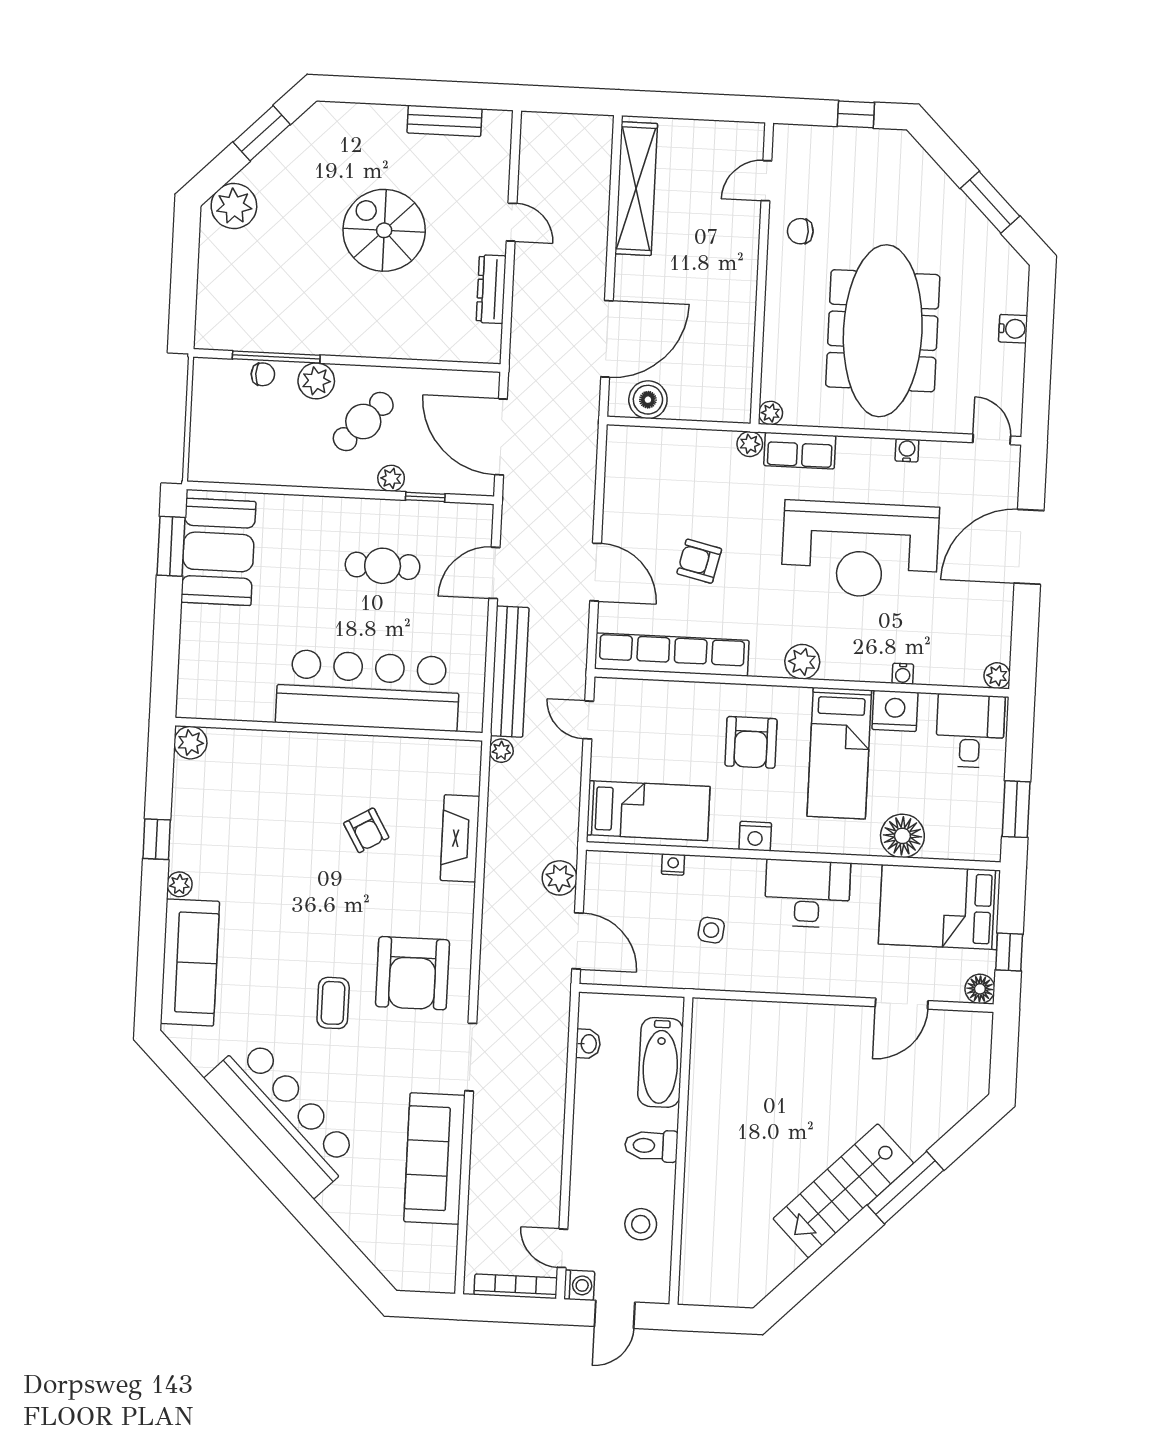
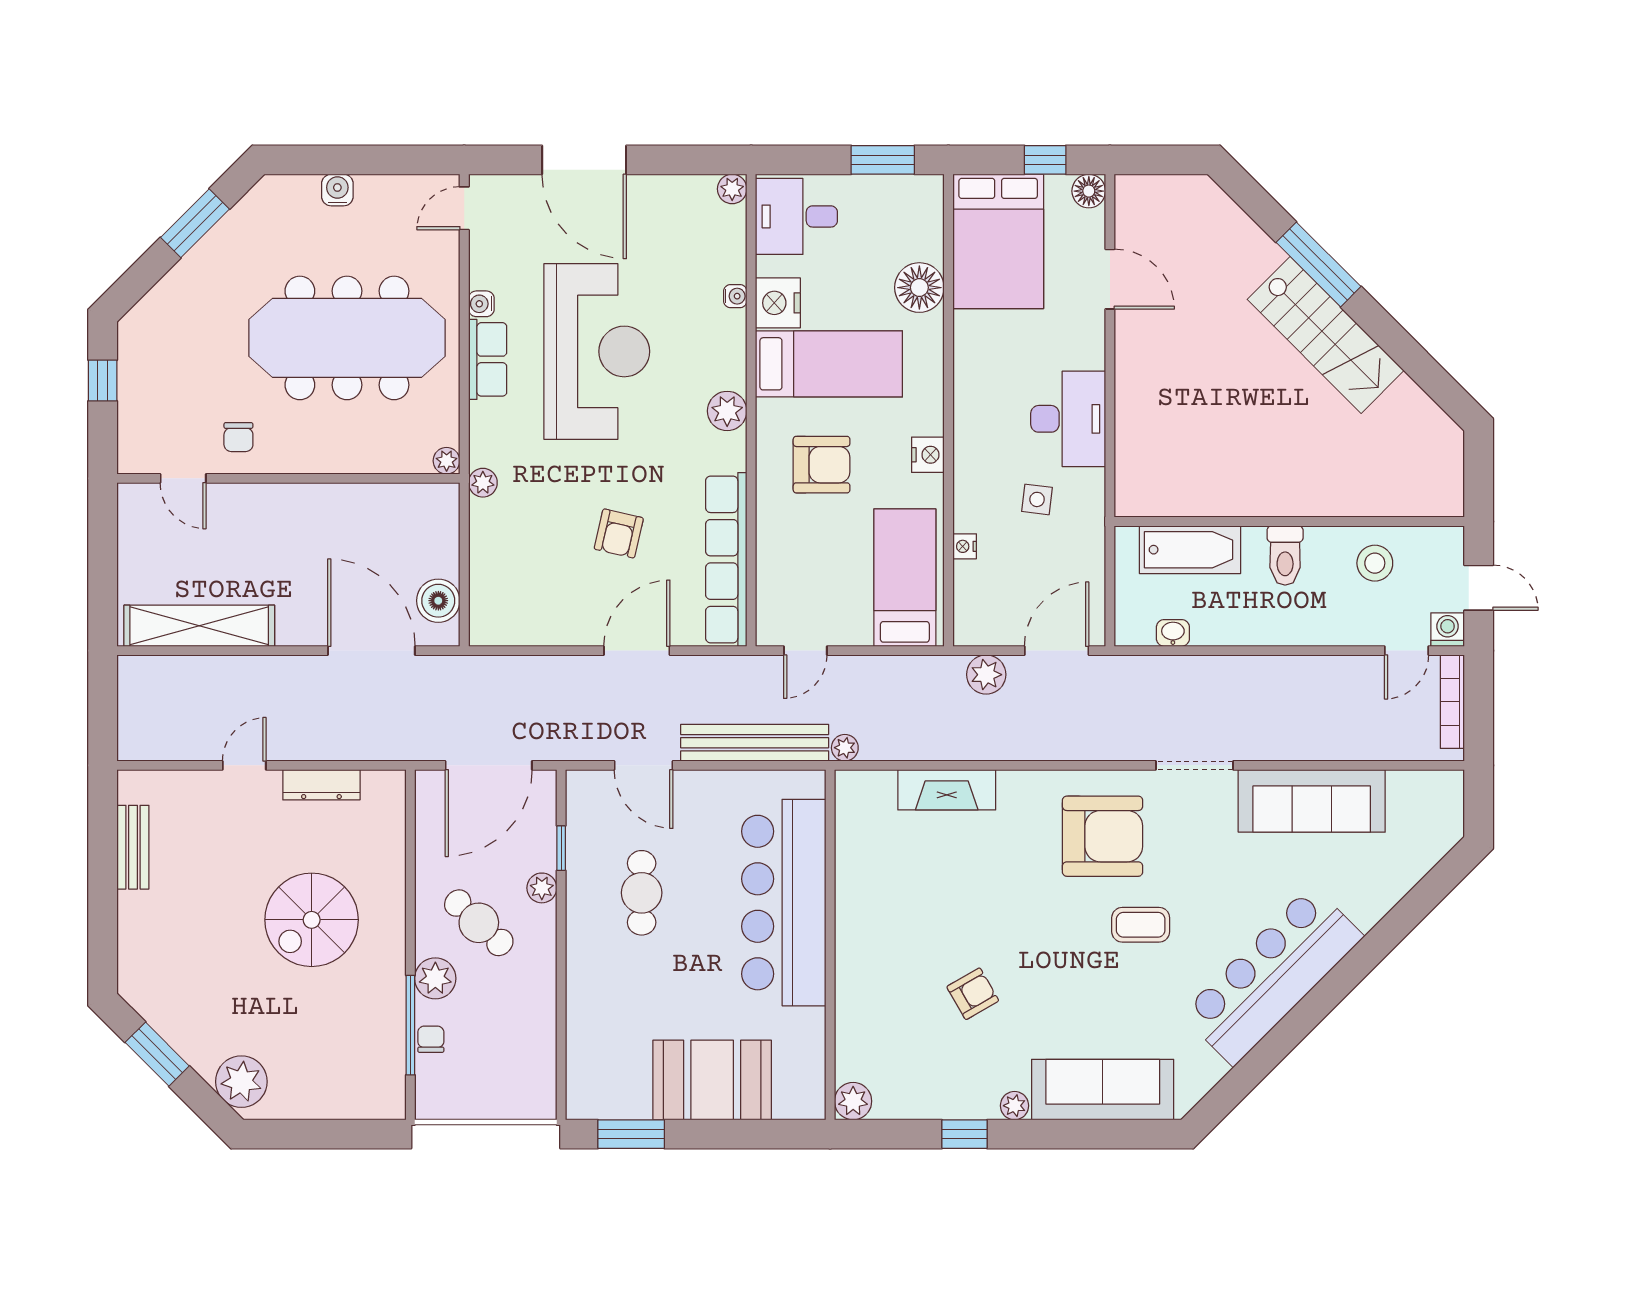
spiral stairs: (384, 230) -> (312, 920), moved
row of seats: (800, 451) -> (488, 359), moved
booth: (218, 552) -> (712, 1080), moved
armchair: (366, 830) -> (973, 994), moved
desk: (807, 894) -> (1068, 419), moved, turned 180

